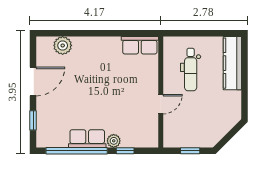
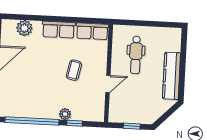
kitchen counter: (232, 63) -> (172, 76), moved
coffee table: (121, 90) -> (74, 70), added
row of seats: (87, 139) -> (59, 30), moved, turned 180

